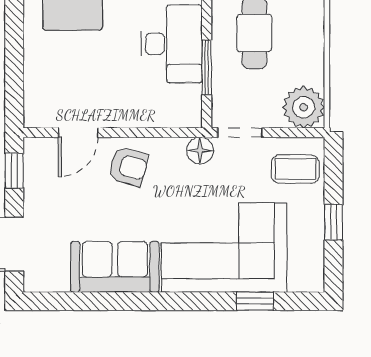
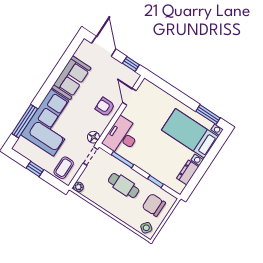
desk: (172, 44) -> (122, 136), moved, turned 90
plant: (304, 107) -> (78, 187), width x0.53, depth x0.53
armchair: (128, 166) -> (105, 107), turned 74
window: (255, 301) -> (25, 121), width x2.17

